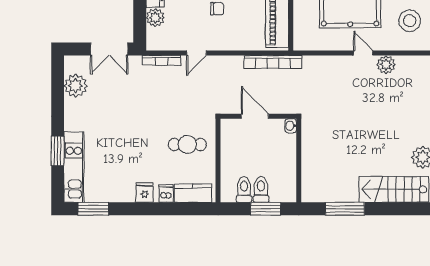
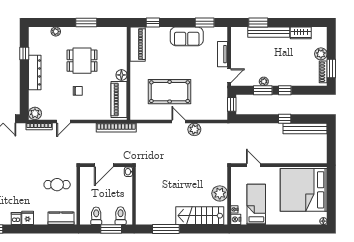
plant: (155, 18) -> (35, 113), moved
stool: (410, 21) -> (211, 99), removed
door: (255, 116) -> (104, 165), swing flipped
toilet: (261, 189) -> (121, 216), moved
dishwasher: (166, 193) -> (16, 218), moved

